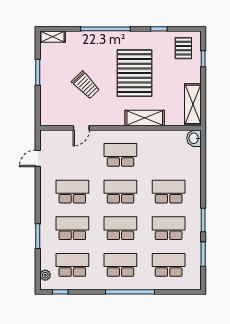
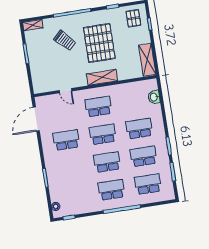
trolley: (86, 85) -> (65, 40), moved
shelving: (145, 118) -> (102, 77), moved
door: (81, 128) -> (65, 91), hinge flipped
washbasin: (194, 138) -> (154, 97), moved
door: (38, 158) -> (36, 119), width x1.88
school desk: (72, 228) -> (71, 168), removed
school desk: (72, 265) -> (75, 196), removed

